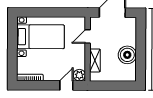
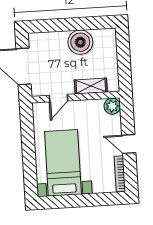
door: (88, 36) -> (59, 98), hinge flipped
door: (66, 85) -> (129, 144), moved

